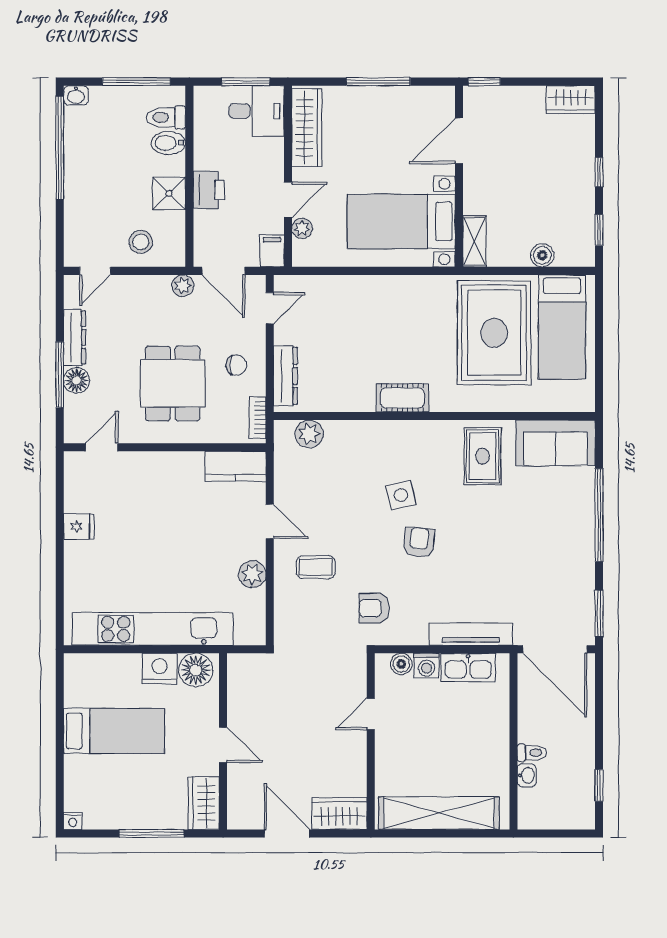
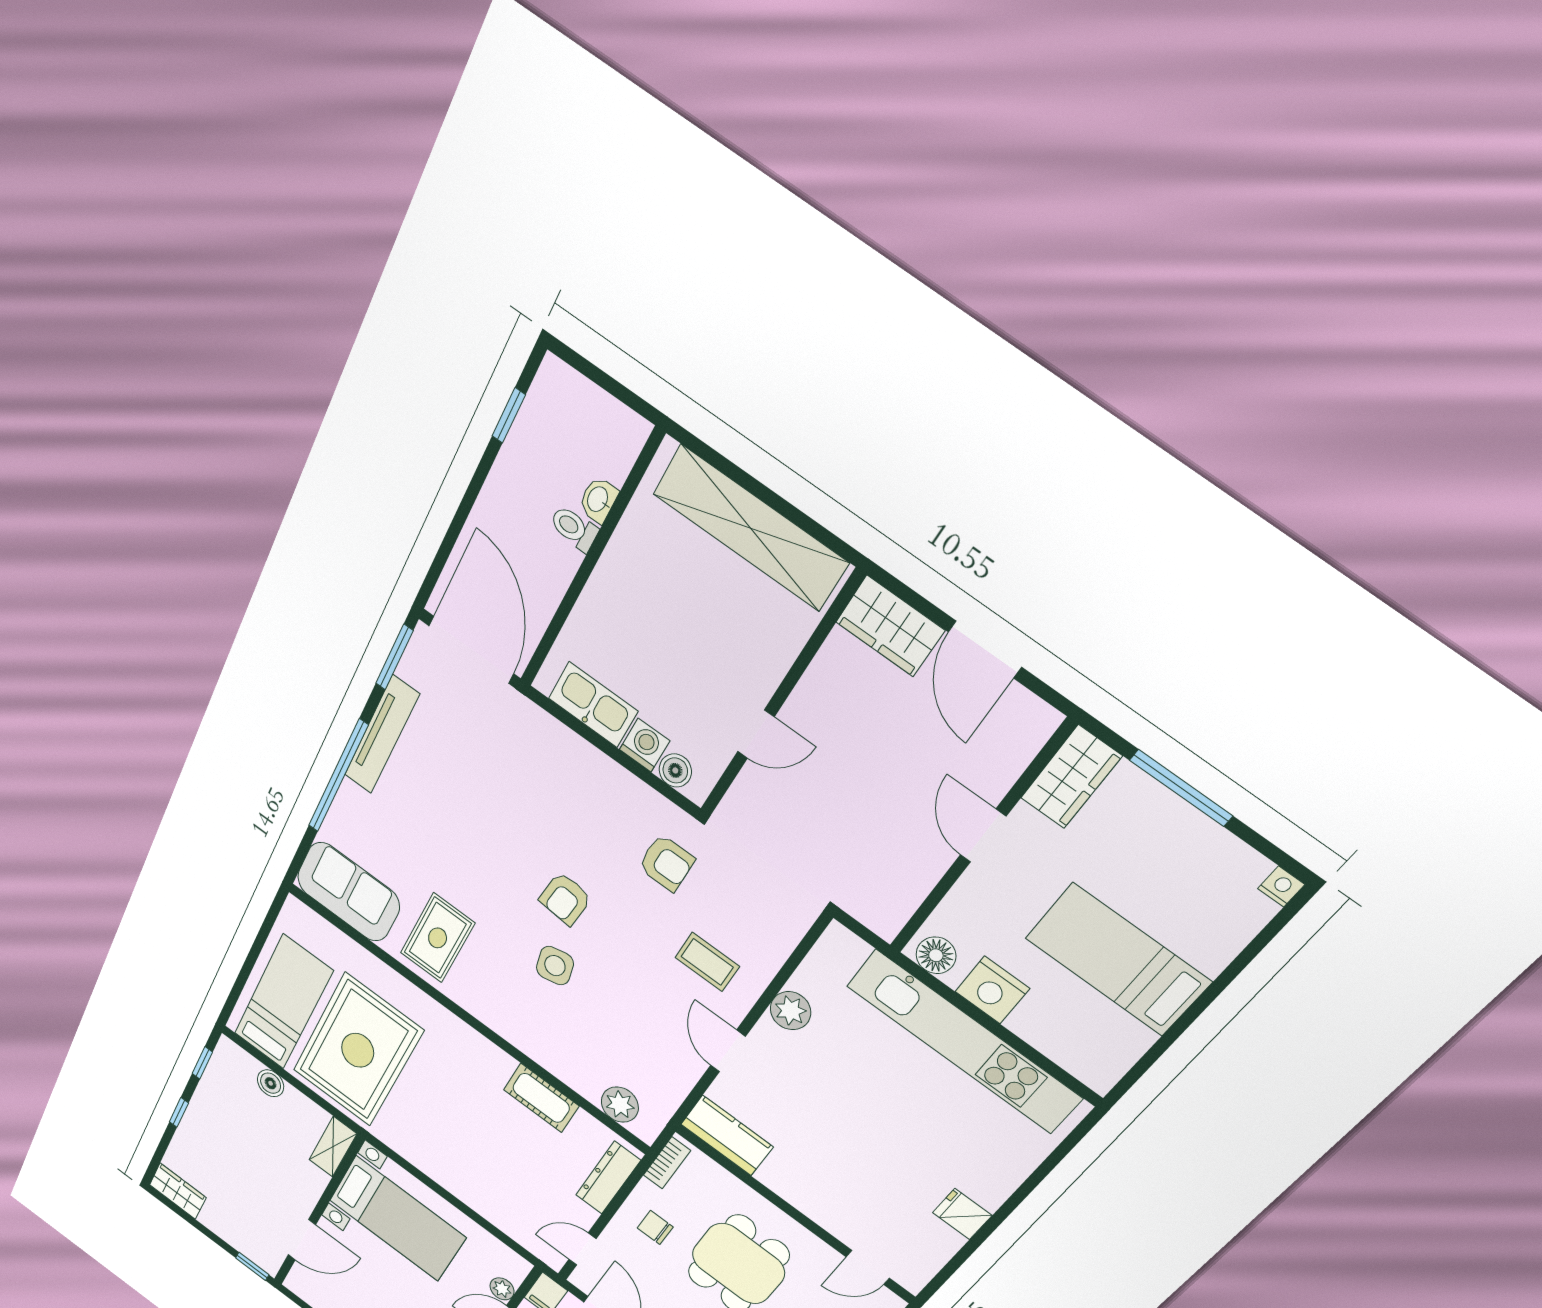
cot: (403, 398) -> (541, 1098), moved
tv unit: (471, 634) -> (382, 735), moved, turned -90
floor lamp: (196, 670) -> (936, 955), width x0.73, depth x0.73

